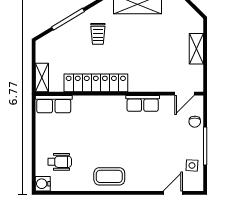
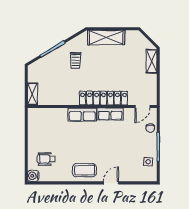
shelving: (196, 49) -> (152, 61), moved
locker: (96, 83) -> (103, 98), moved
row of seats: (54, 104) -> (82, 115), moved
wheelchair: (60, 162) -> (46, 159), turned 180
door: (173, 193) -> (111, 183), moved

